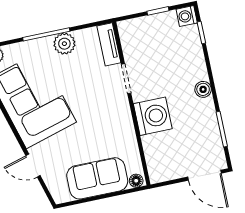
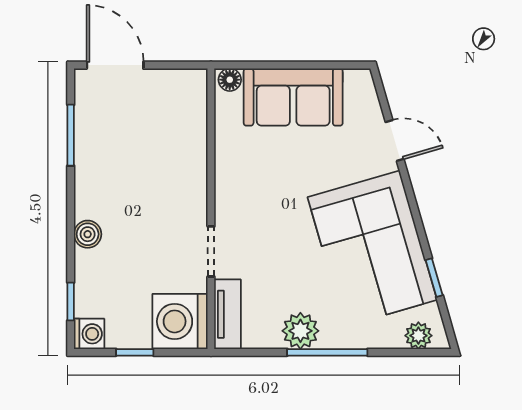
boiler: (203, 89) -> (88, 234), moved
washing machine: (153, 116) -> (180, 321), moved

